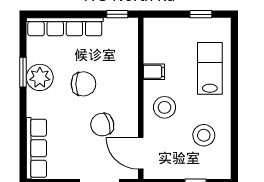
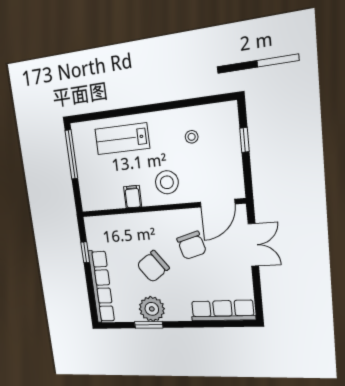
window: (117, 14) -> (85, 252), moved
window: (201, 14) -> (71, 154), width x2.17
chair: (83, 84) -> (153, 266), turned -126
stool: (204, 135) -> (192, 137), width x0.53, depth x0.53

